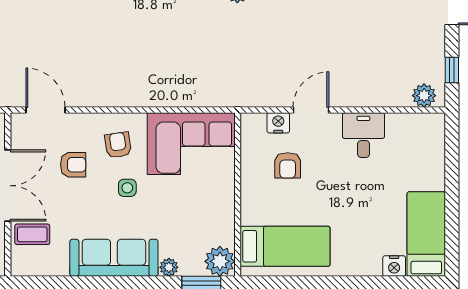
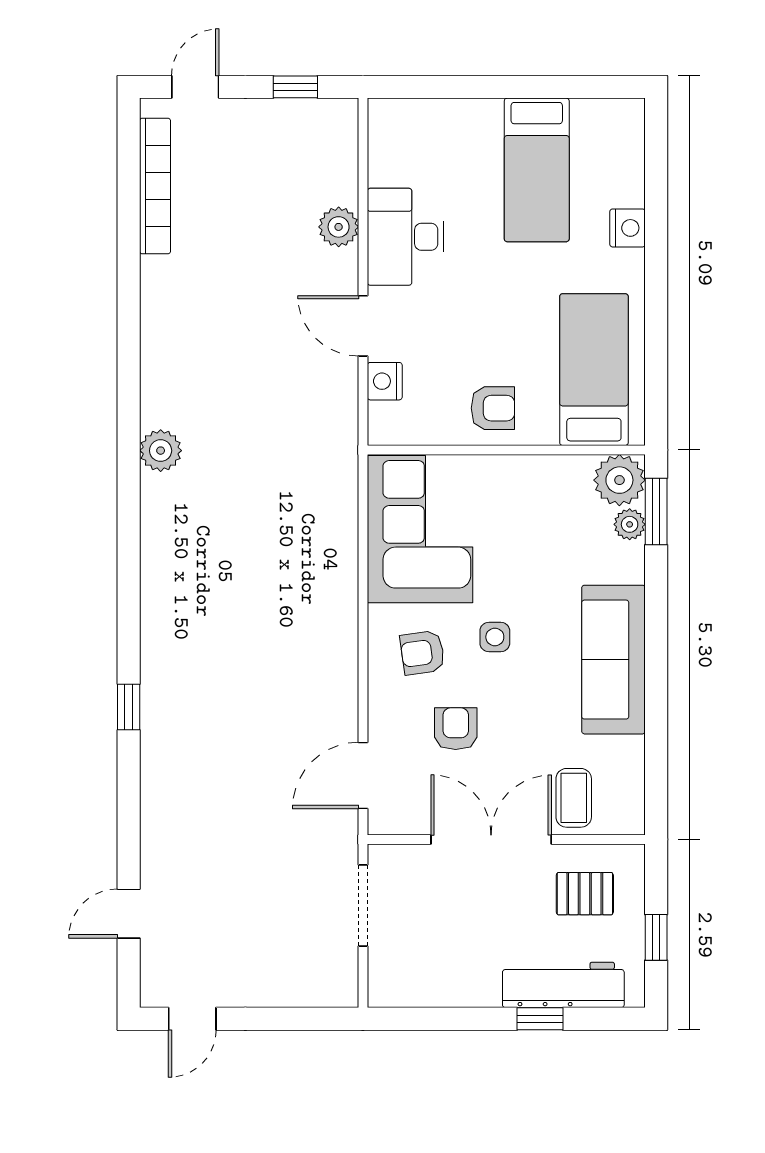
plant: (424, 96) -> (339, 227), moved
desk: (363, 135) -> (406, 237), width x1.37
armchair: (288, 165) -> (493, 408), moved
bed: (426, 234) -> (537, 170), moved, turned -90
nightstand: (394, 266) -> (628, 228), moved
plant: (169, 267) -> (630, 524), moved

